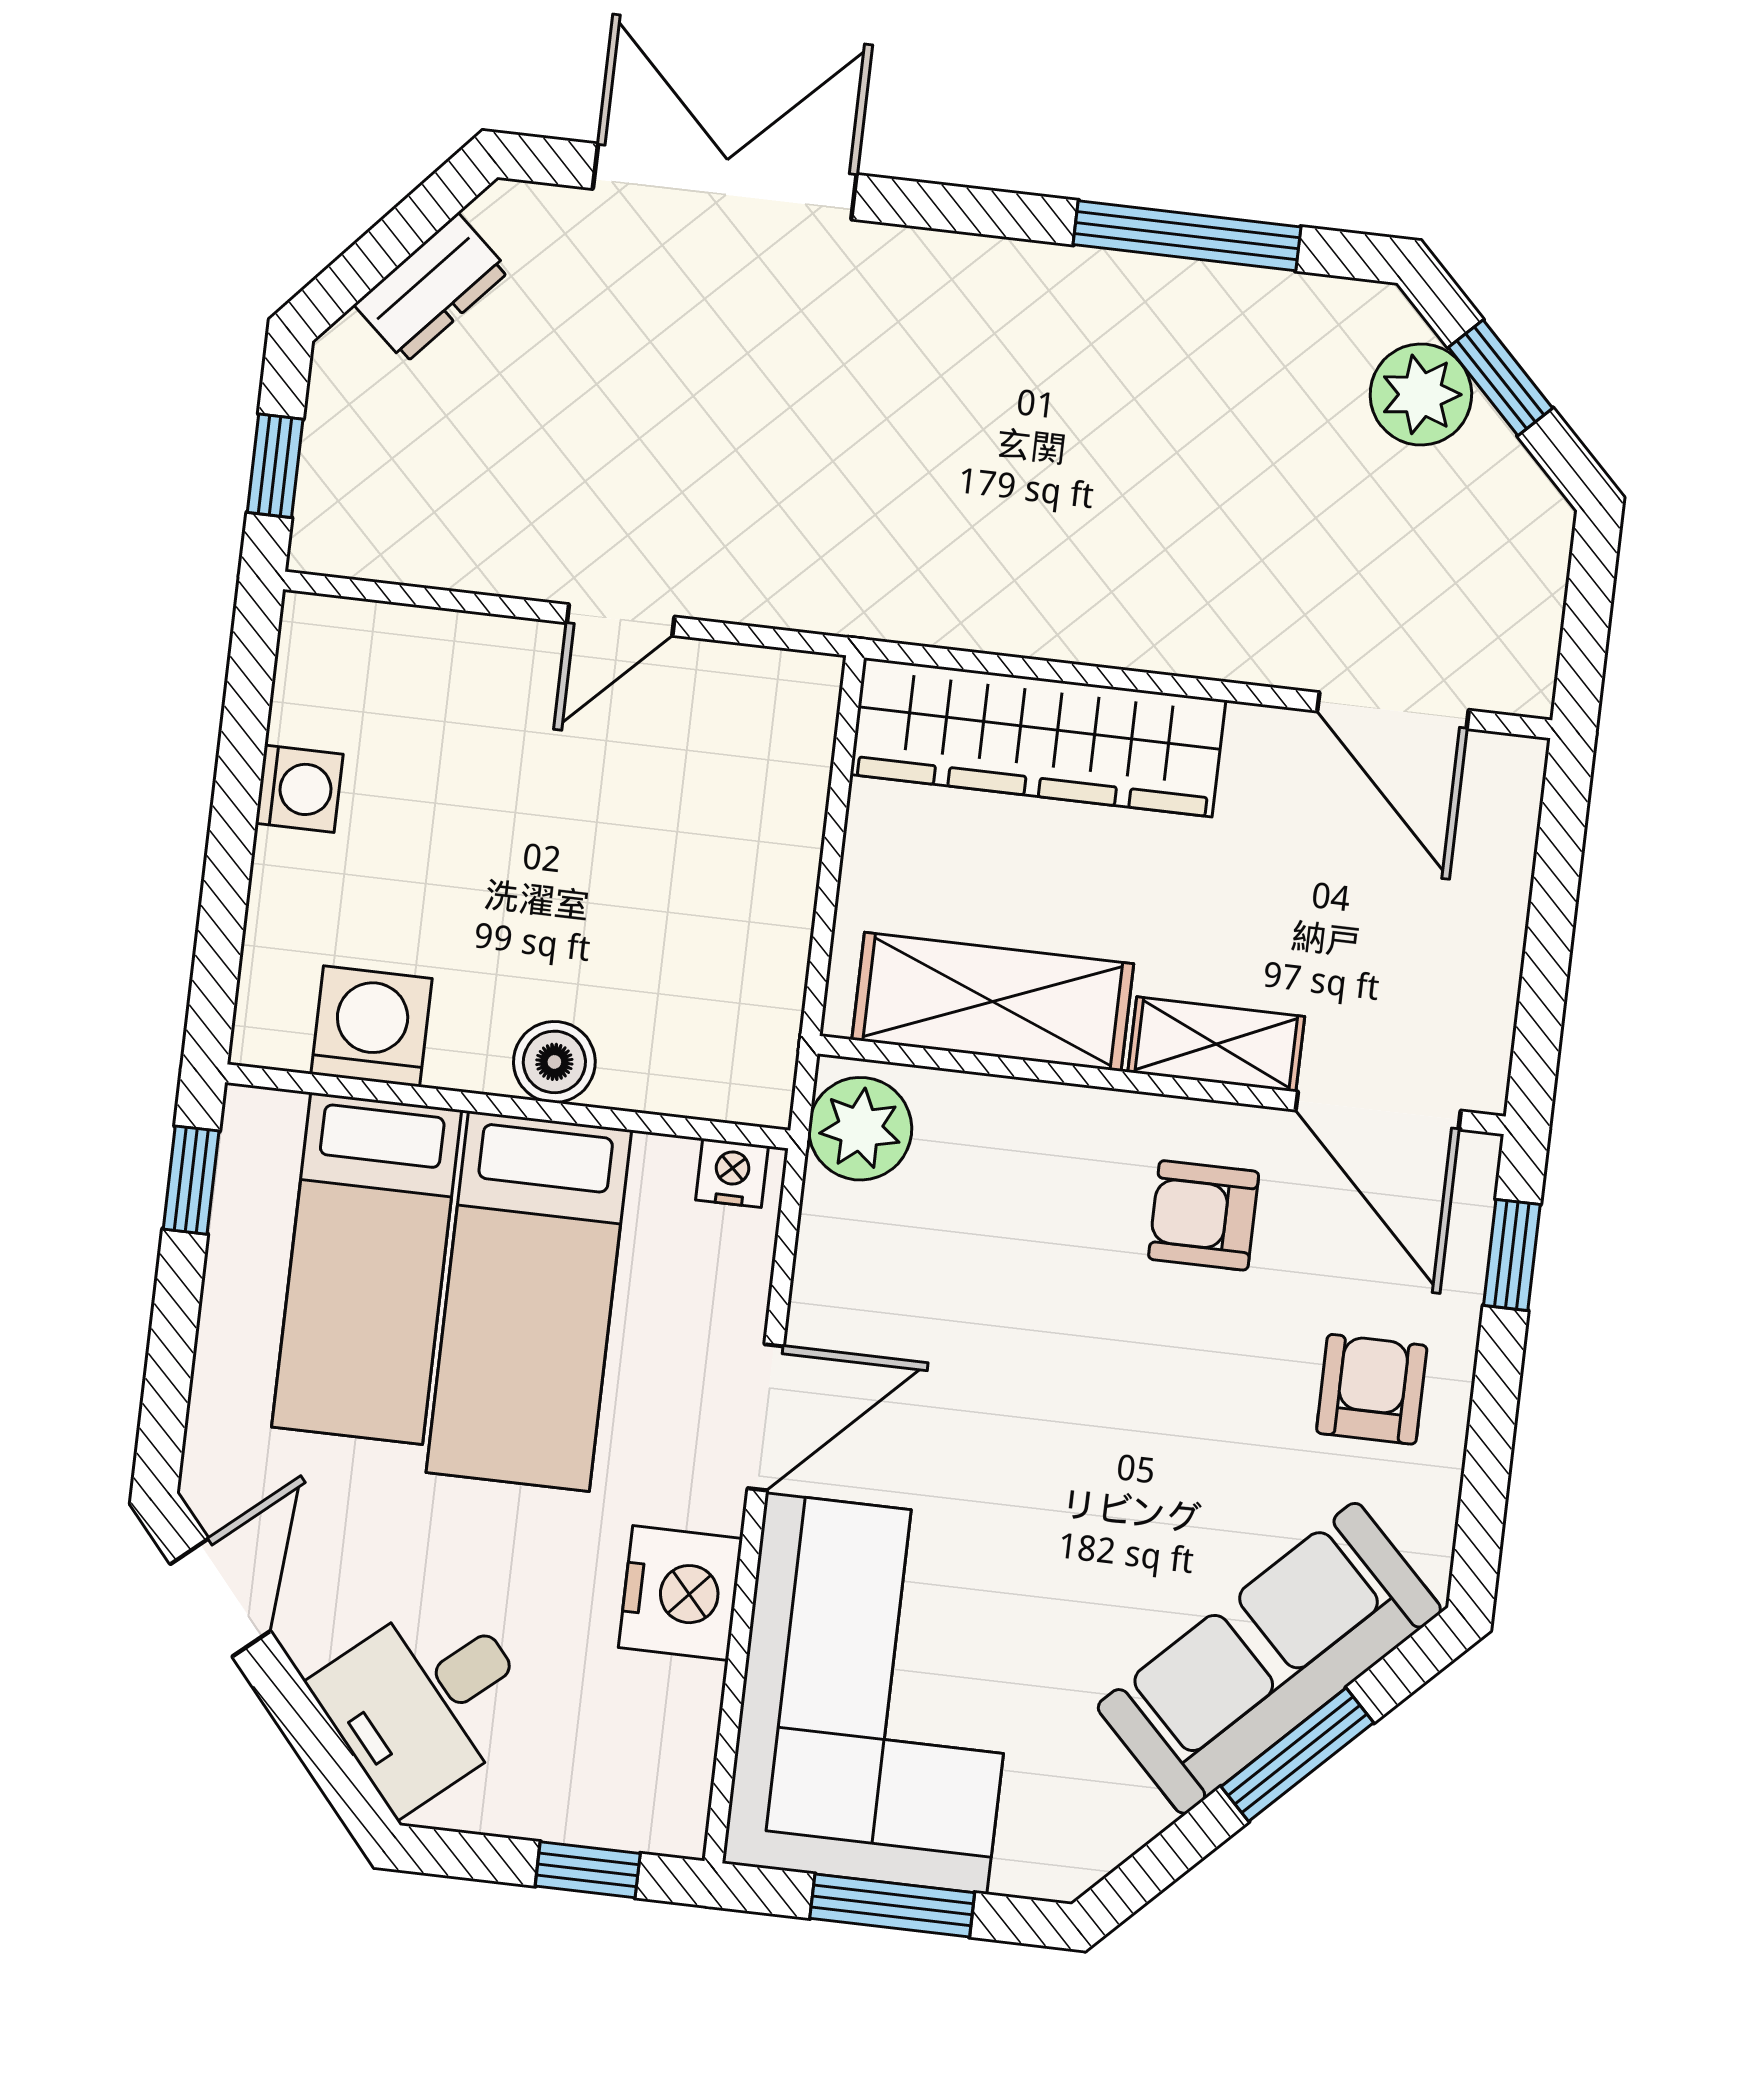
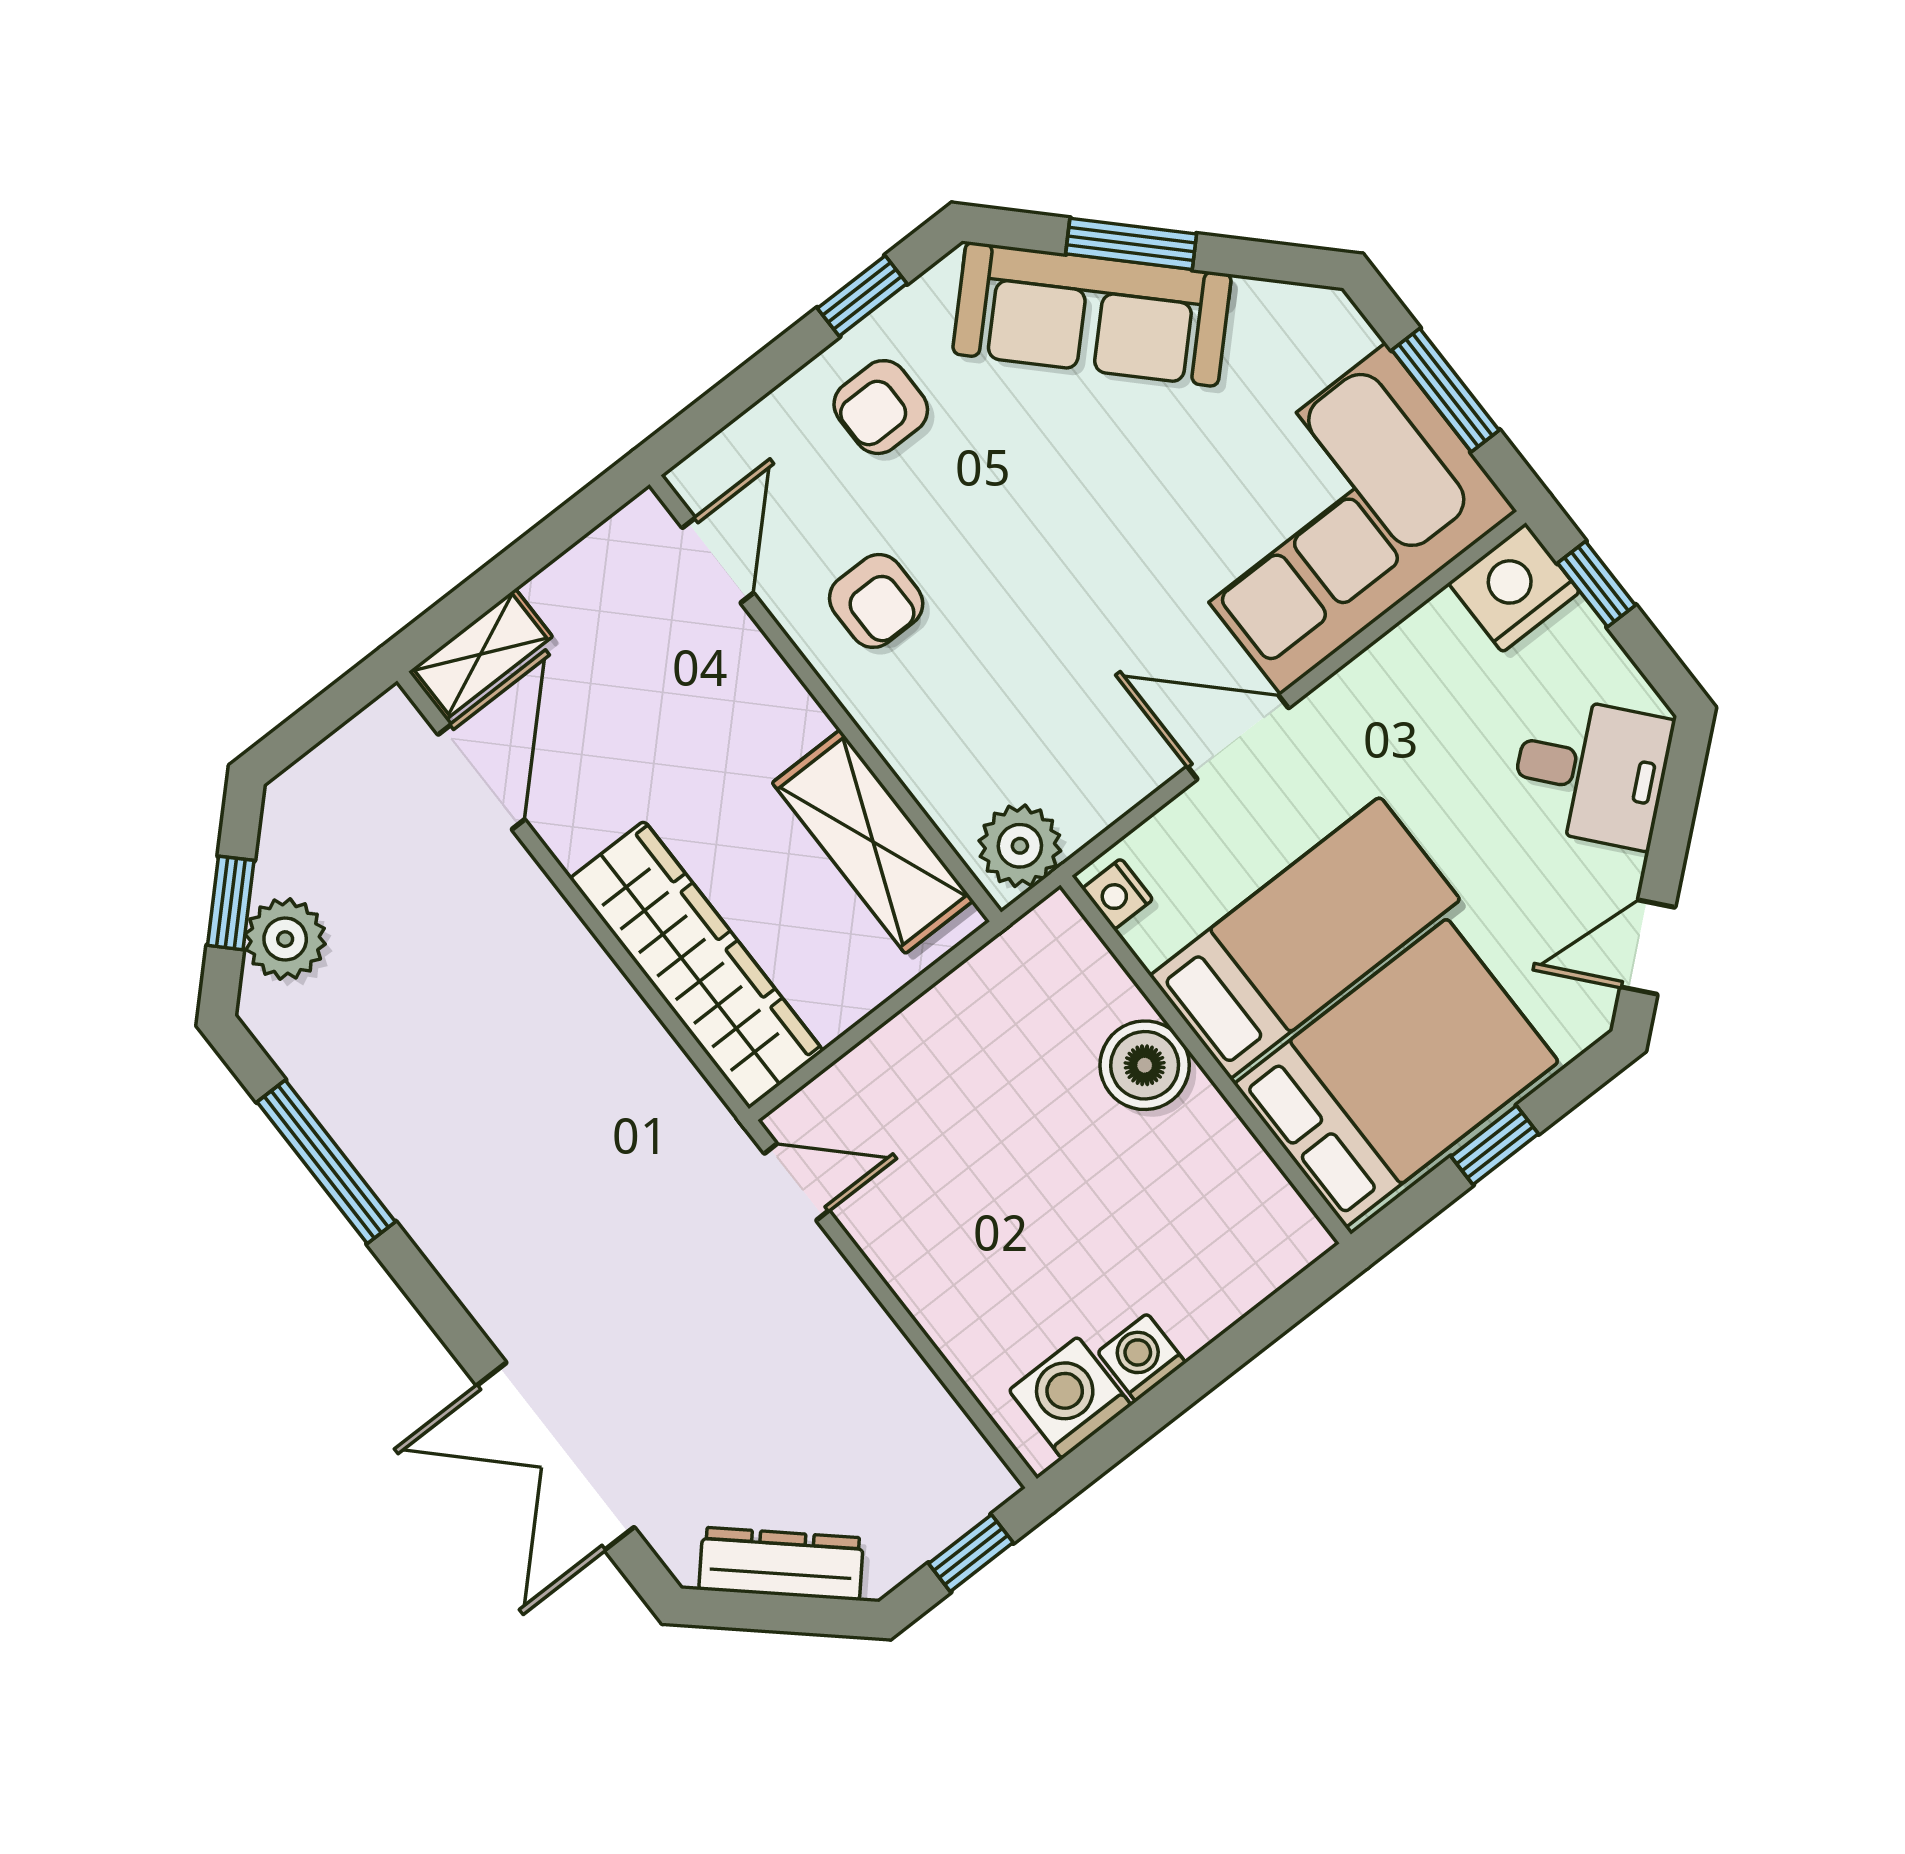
dresser: (432, 288) -> (781, 1564), width x1.44
door: (621, 620) -> (797, 1182), moved
washing machine: (372, 1026) -> (1070, 1398), moved, turned 90
shelving: (1216, 1044) -> (481, 654), moved, turned 90
boiler: (554, 1062) -> (1145, 1065), width x1.36, depth x1.36
door: (1378, 1110) -> (718, 560), width x0.73
window: (191, 1180) -> (1495, 1145), moved
window: (1512, 1255) -> (862, 296), moved
bed: (367, 1268) -> (1396, 1073), width x1.50
nightstand: (680, 1593) -> (1514, 588), moved

